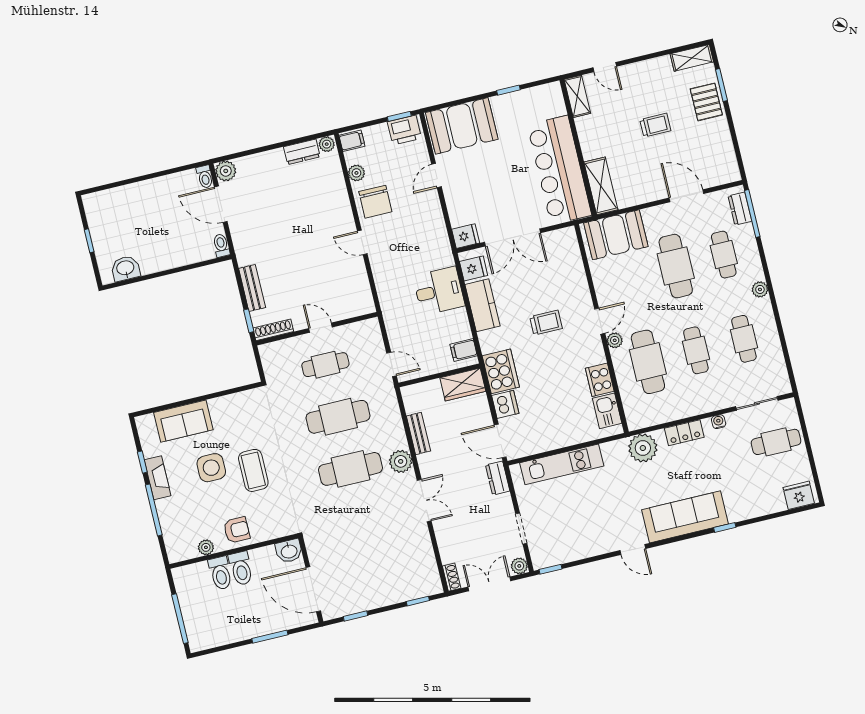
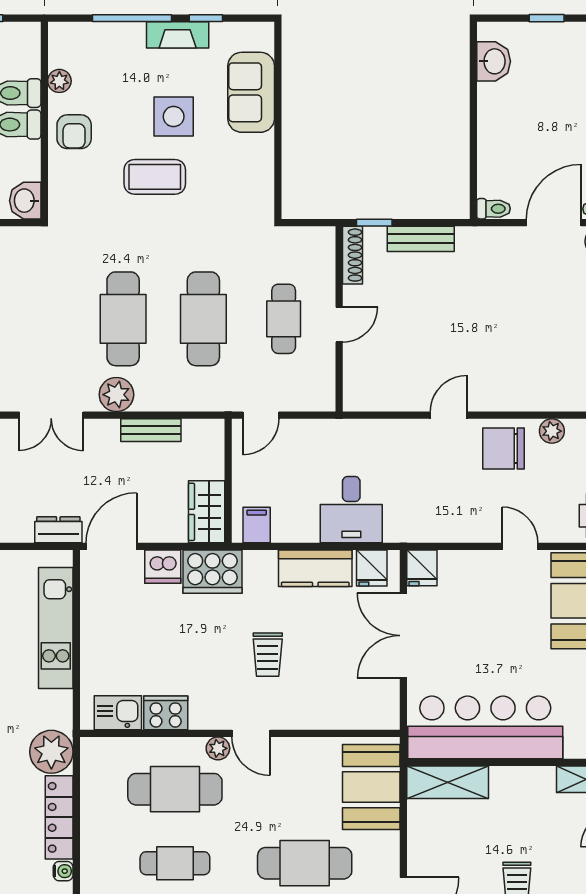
locker: (684, 433) -> (59, 817), width x1.53

